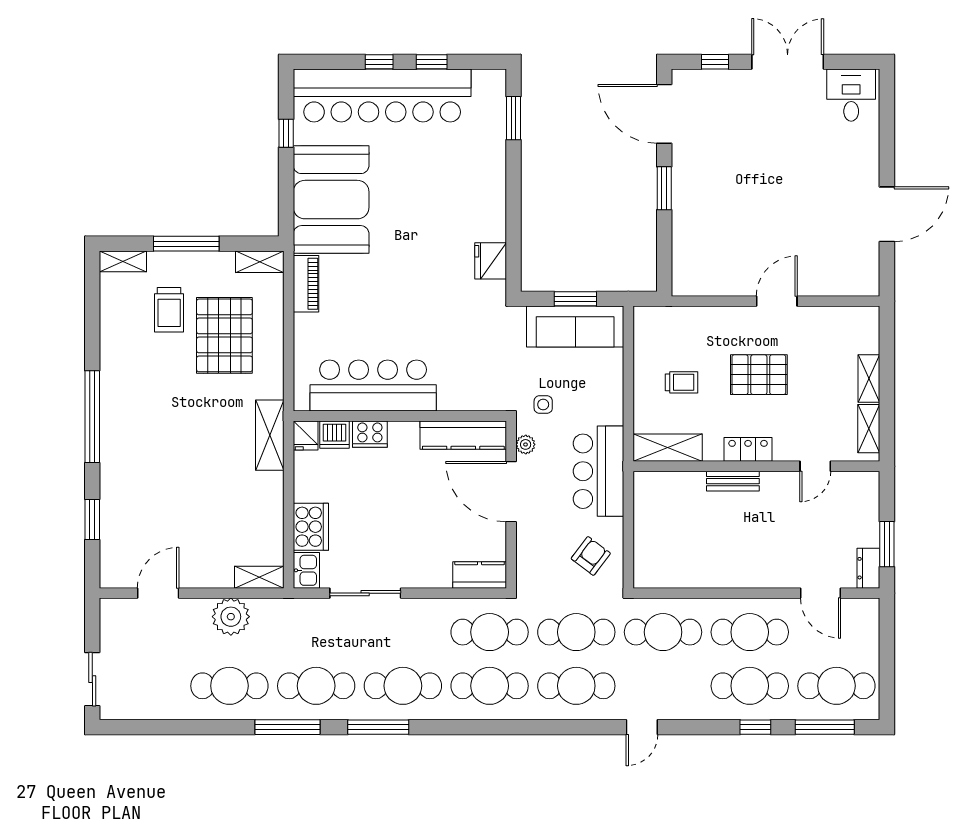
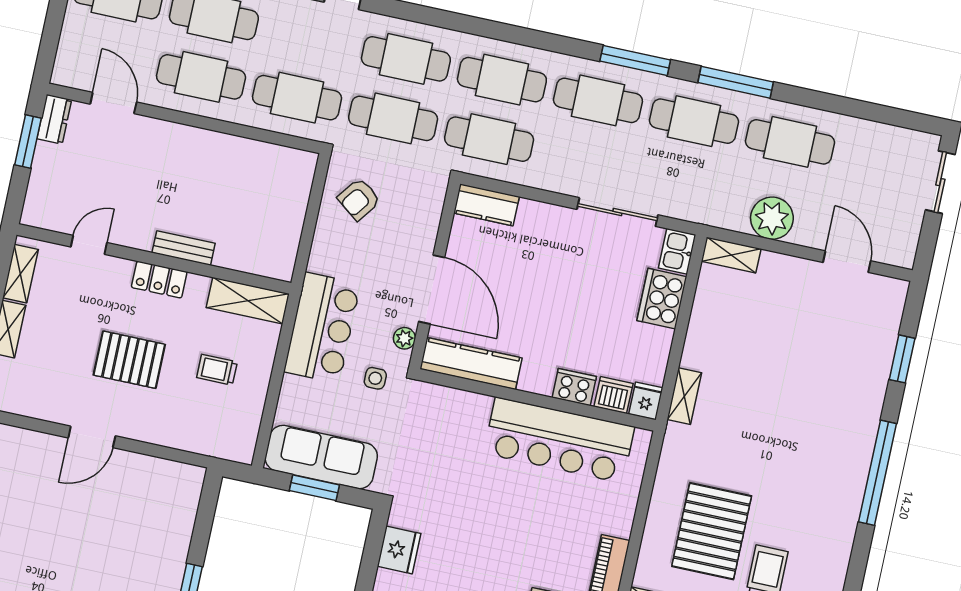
shelving: (270, 435) -> (684, 396), width x0.67, depth x0.75
bar counter: (598, 471) -> (322, 328), moved
door: (158, 593) -> (847, 262), swing flipped

